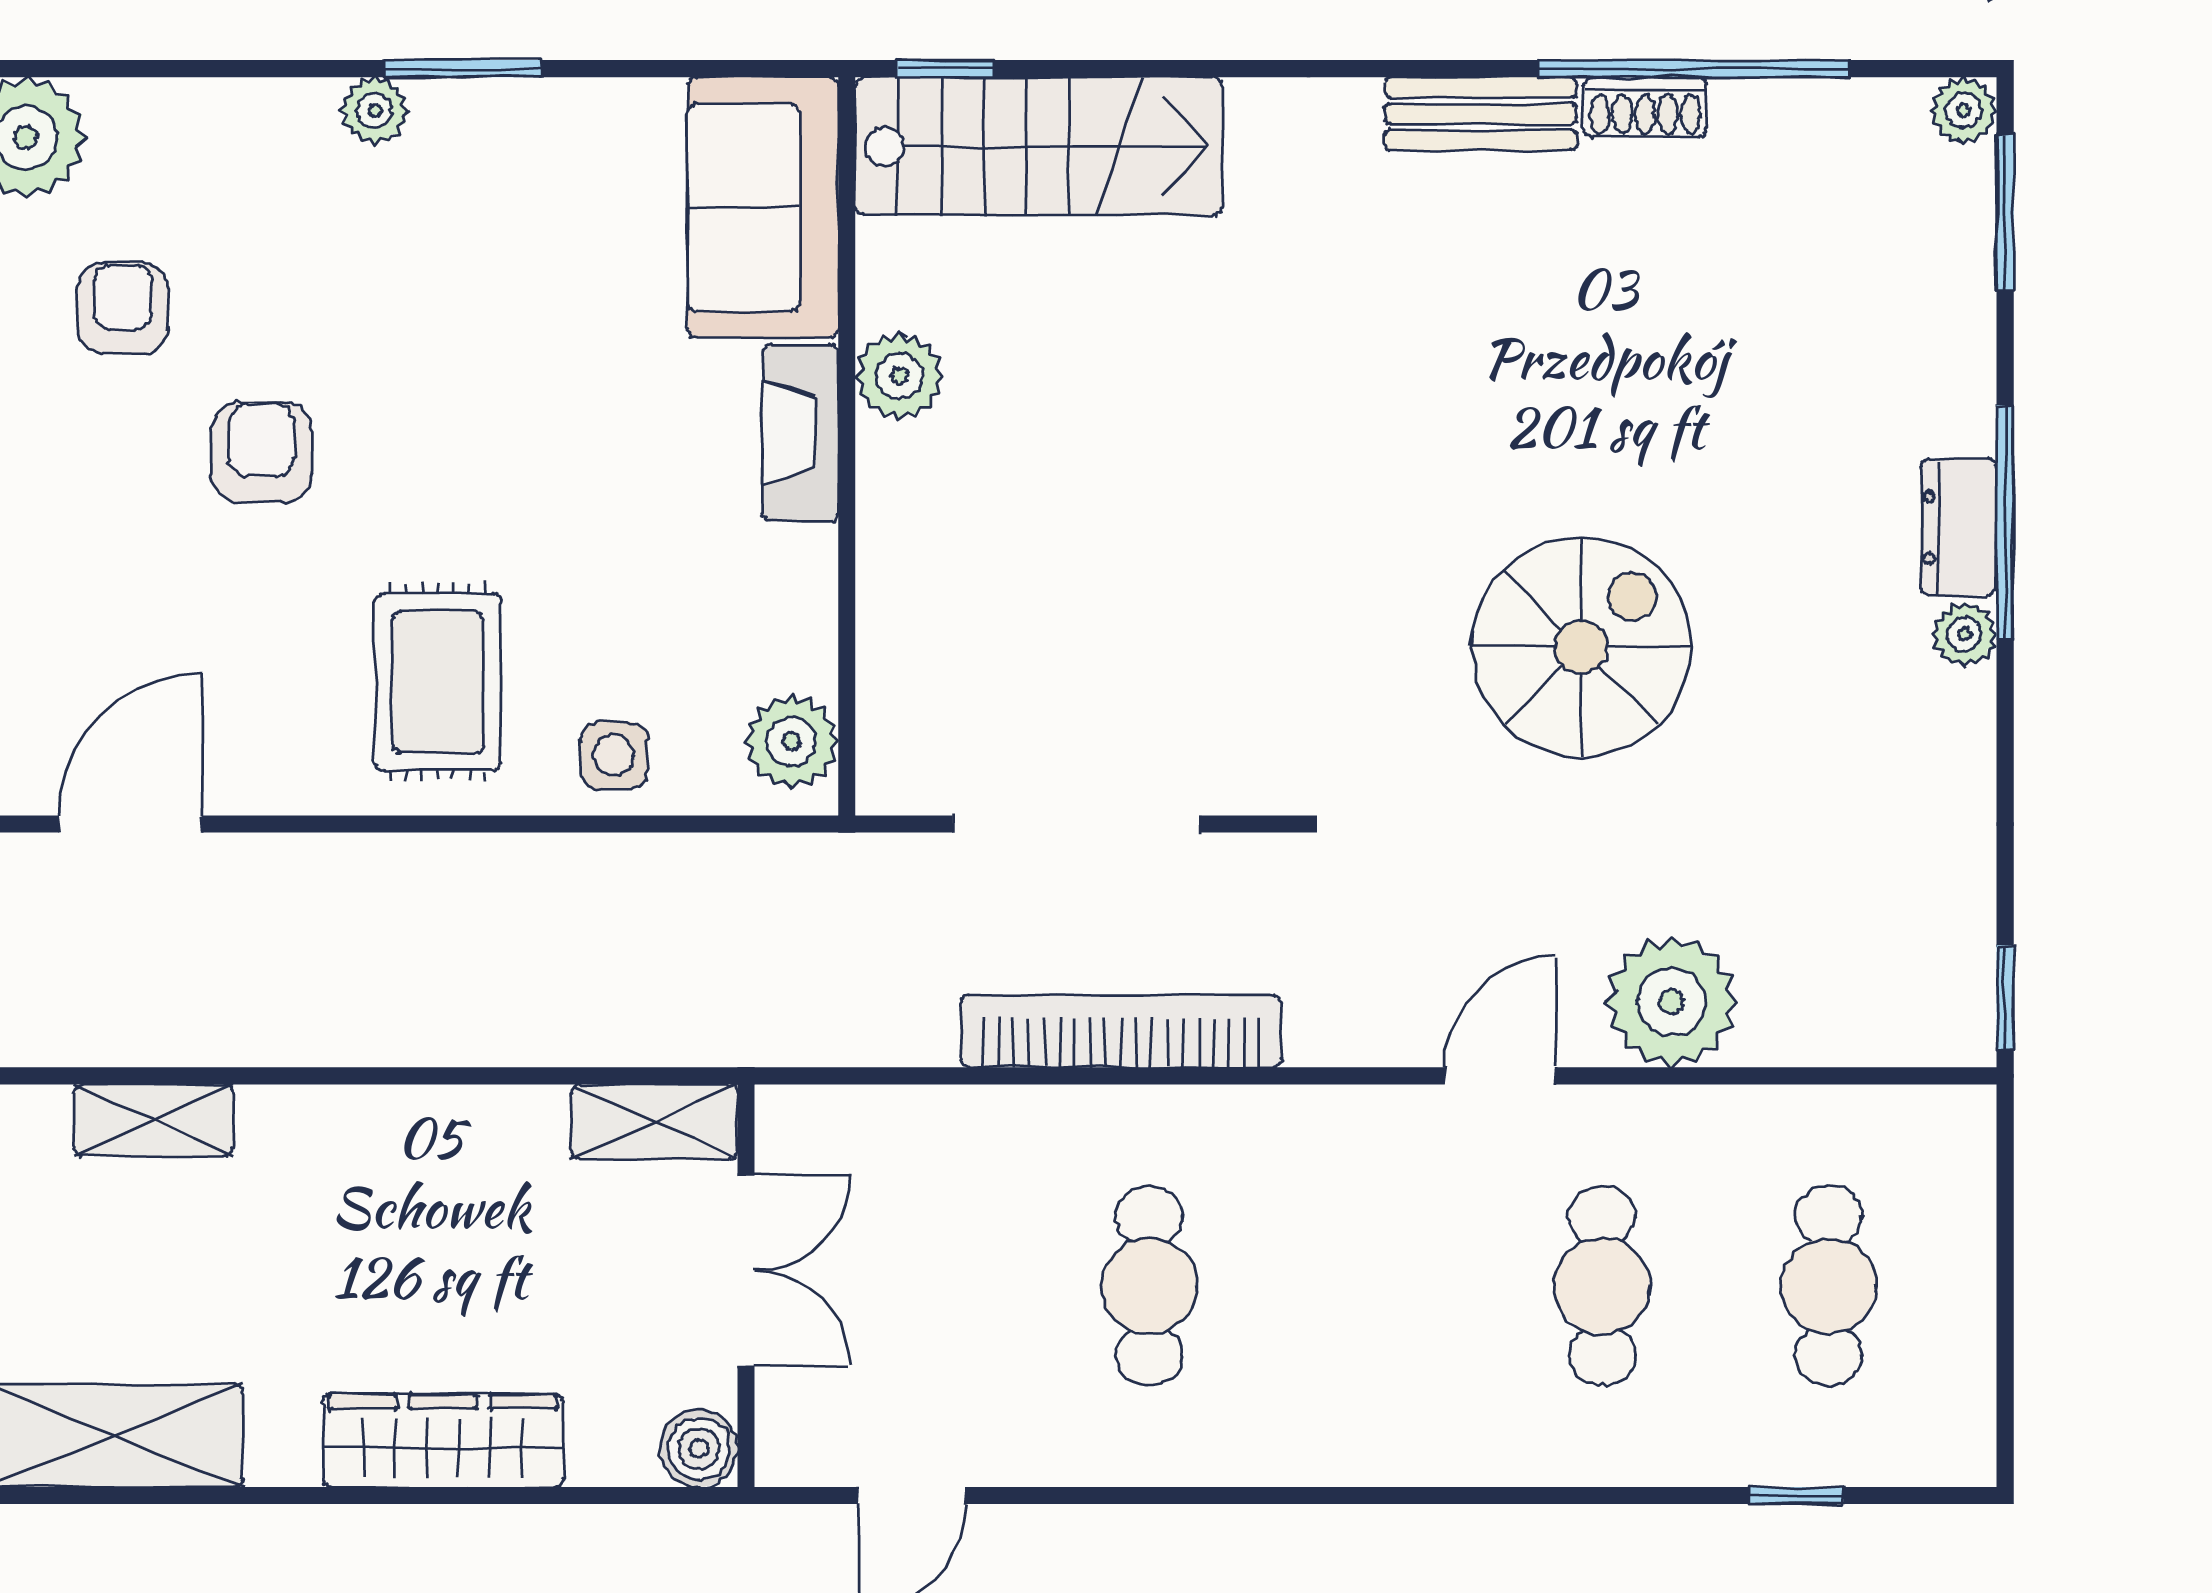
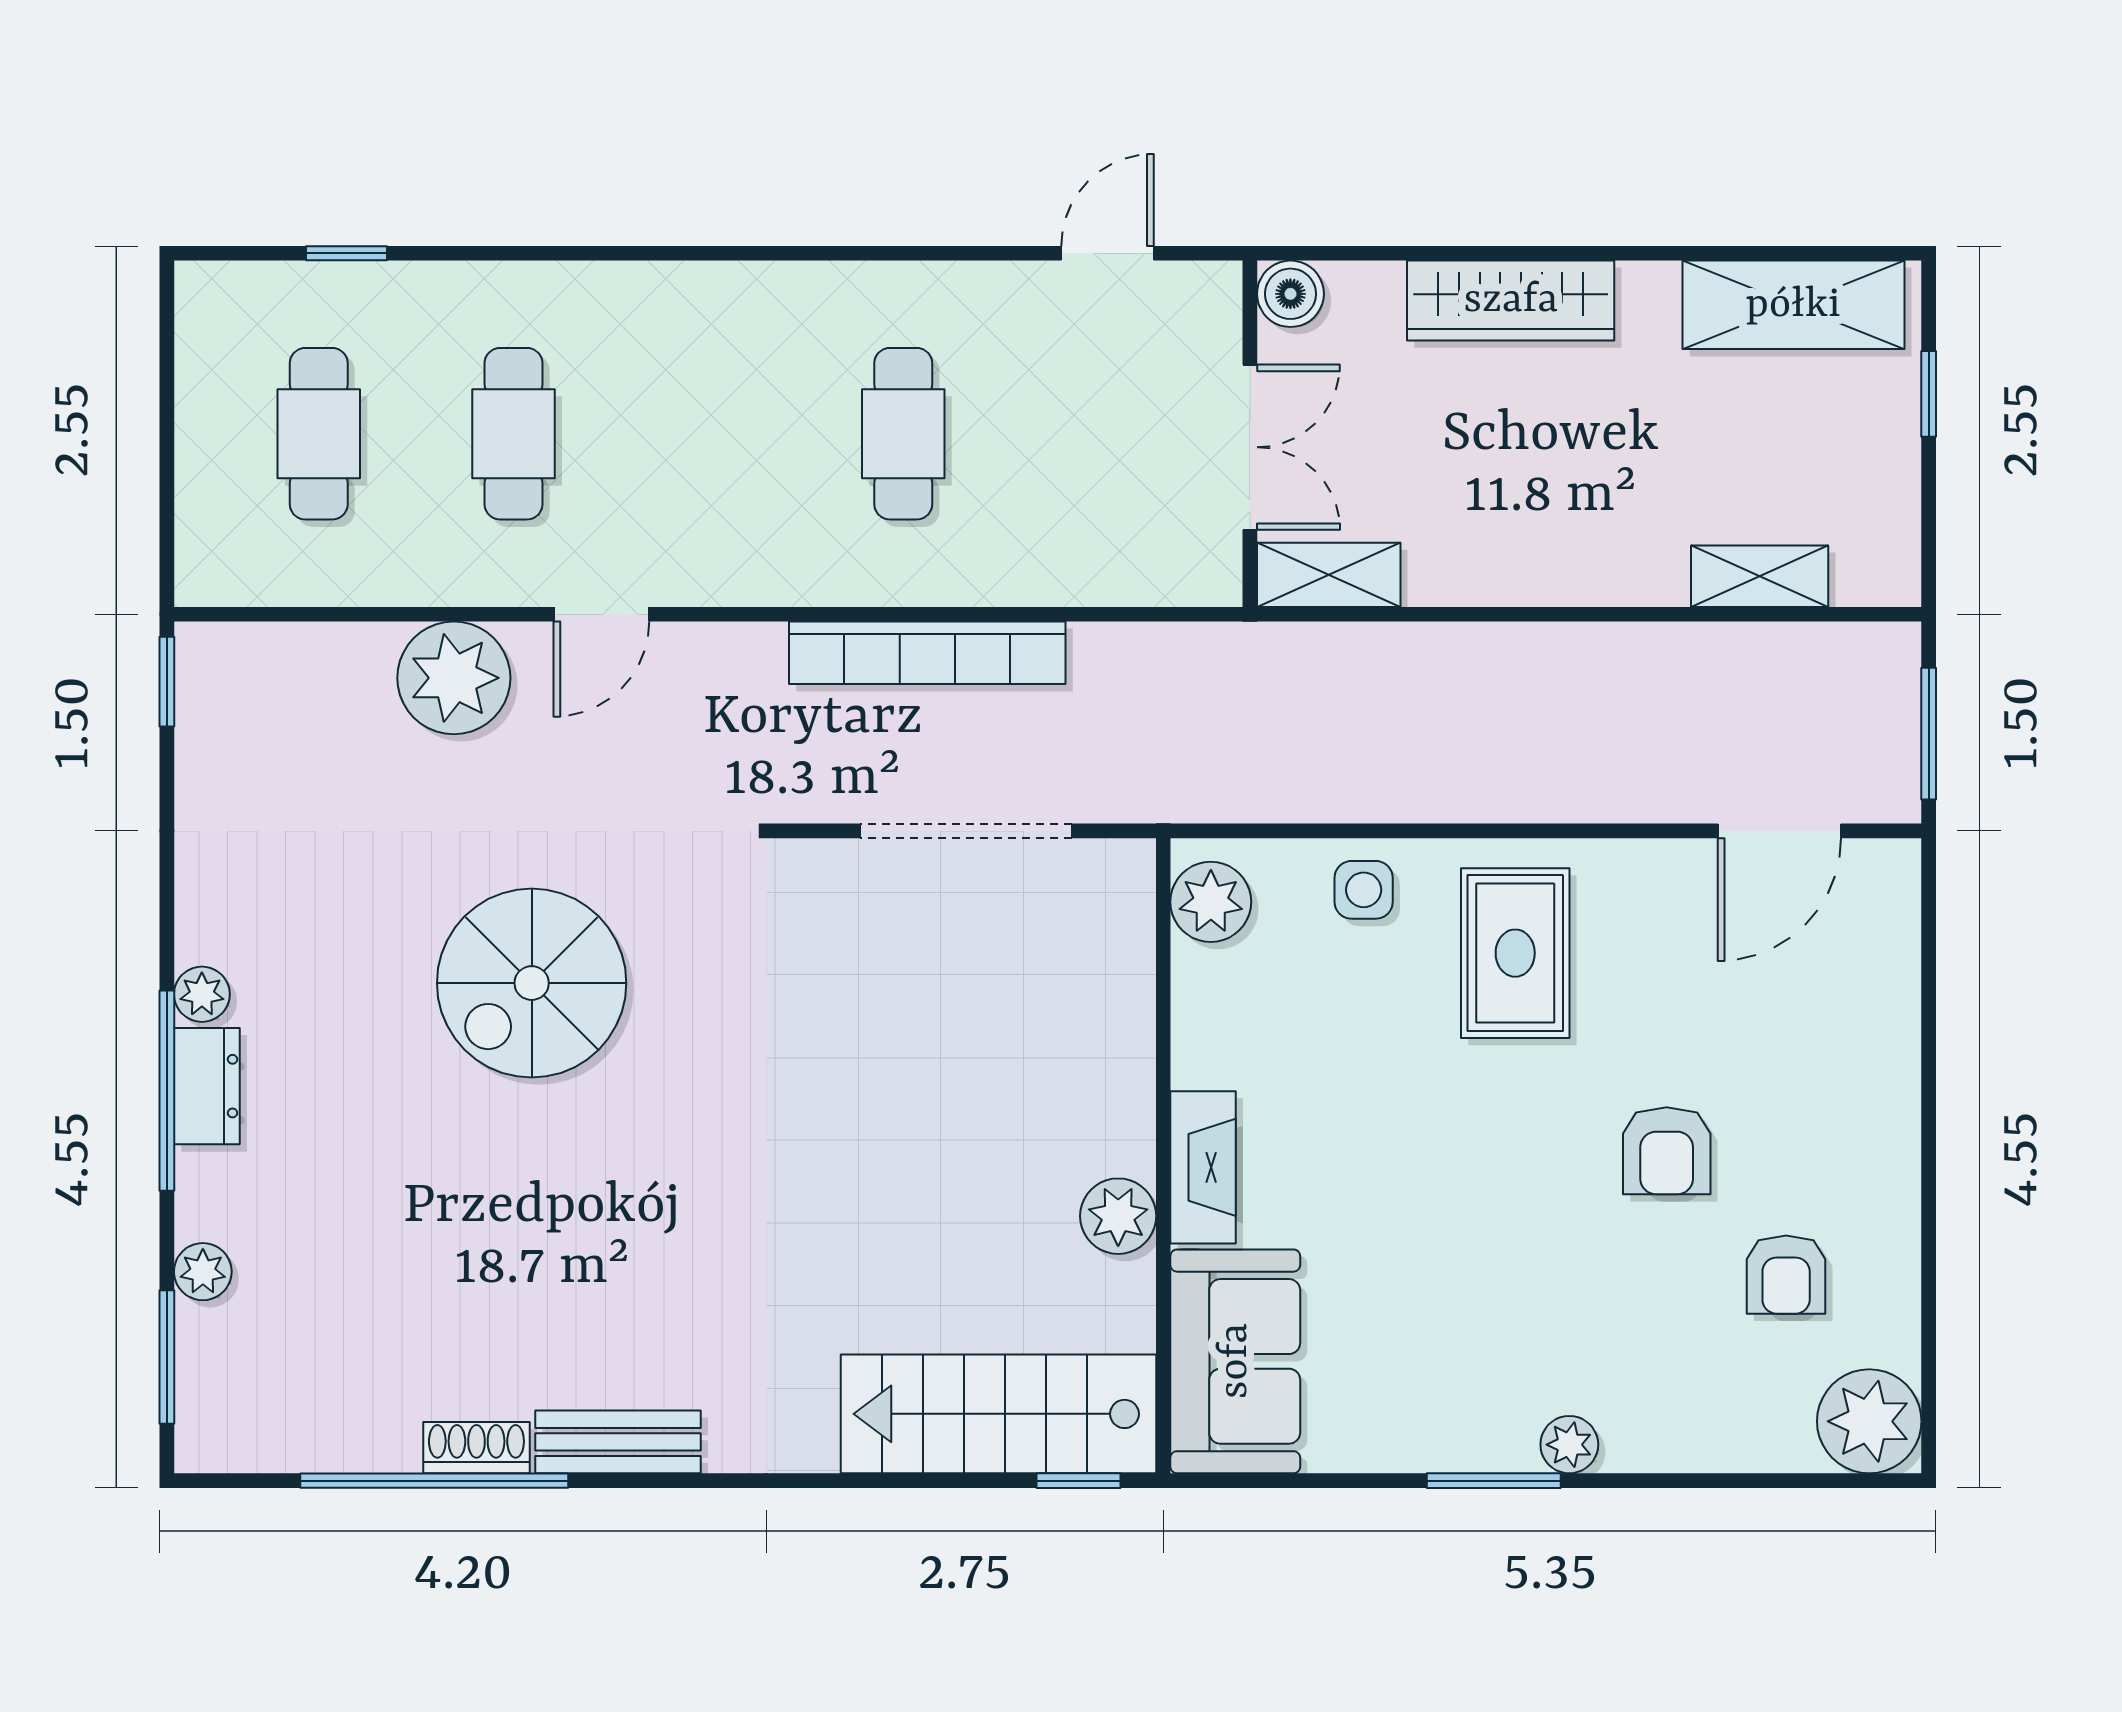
plant: (1963, 110) -> (203, 1272), moved
double door: (746, 1270) -> (1250, 447), swing flipped

